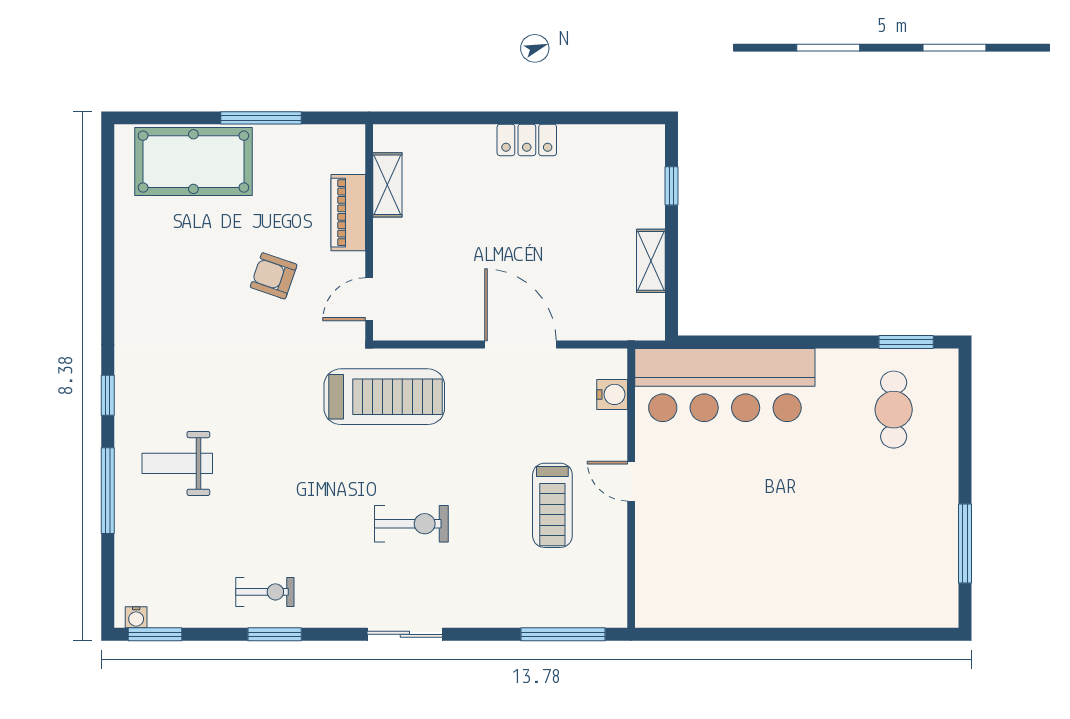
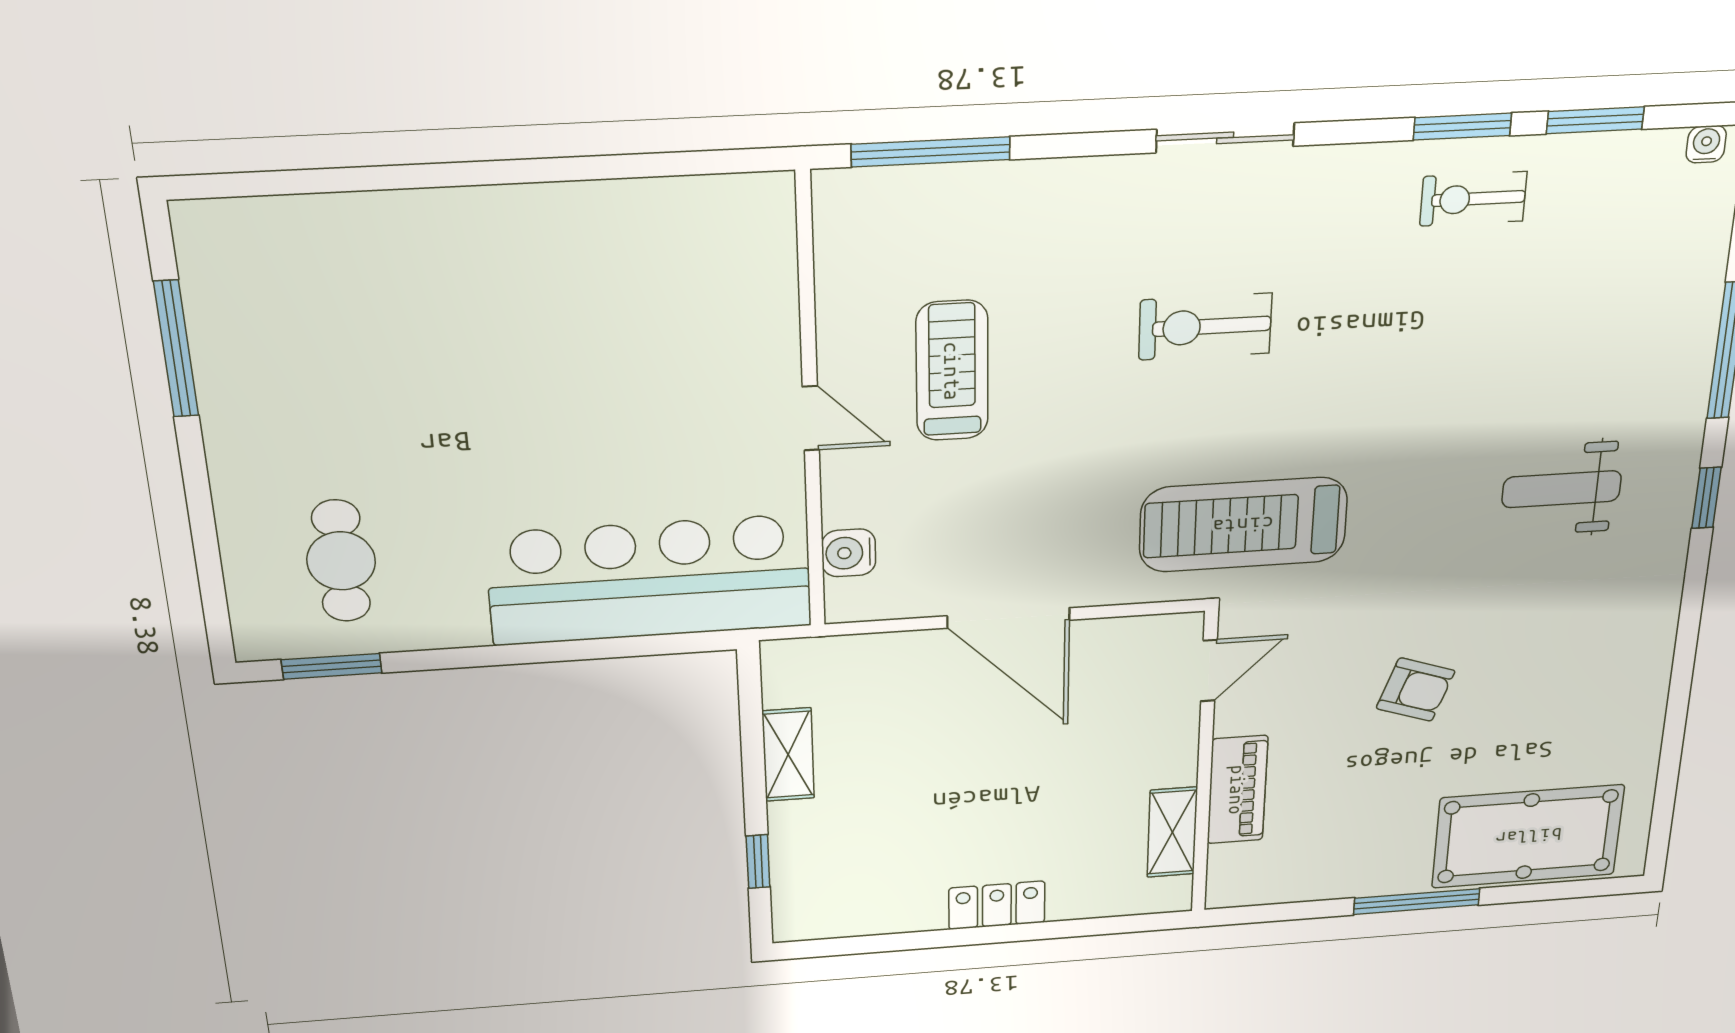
shelving: (387, 185) -> (1172, 832), moved
piano: (348, 213) -> (1237, 790), moved
wall: (369, 232) -> (1205, 765), moved
door: (369, 299) -> (1209, 671), moved
weight bench: (177, 463) -> (1562, 489), moved, turned 180
window: (155, 634) -> (1595, 120), moved

